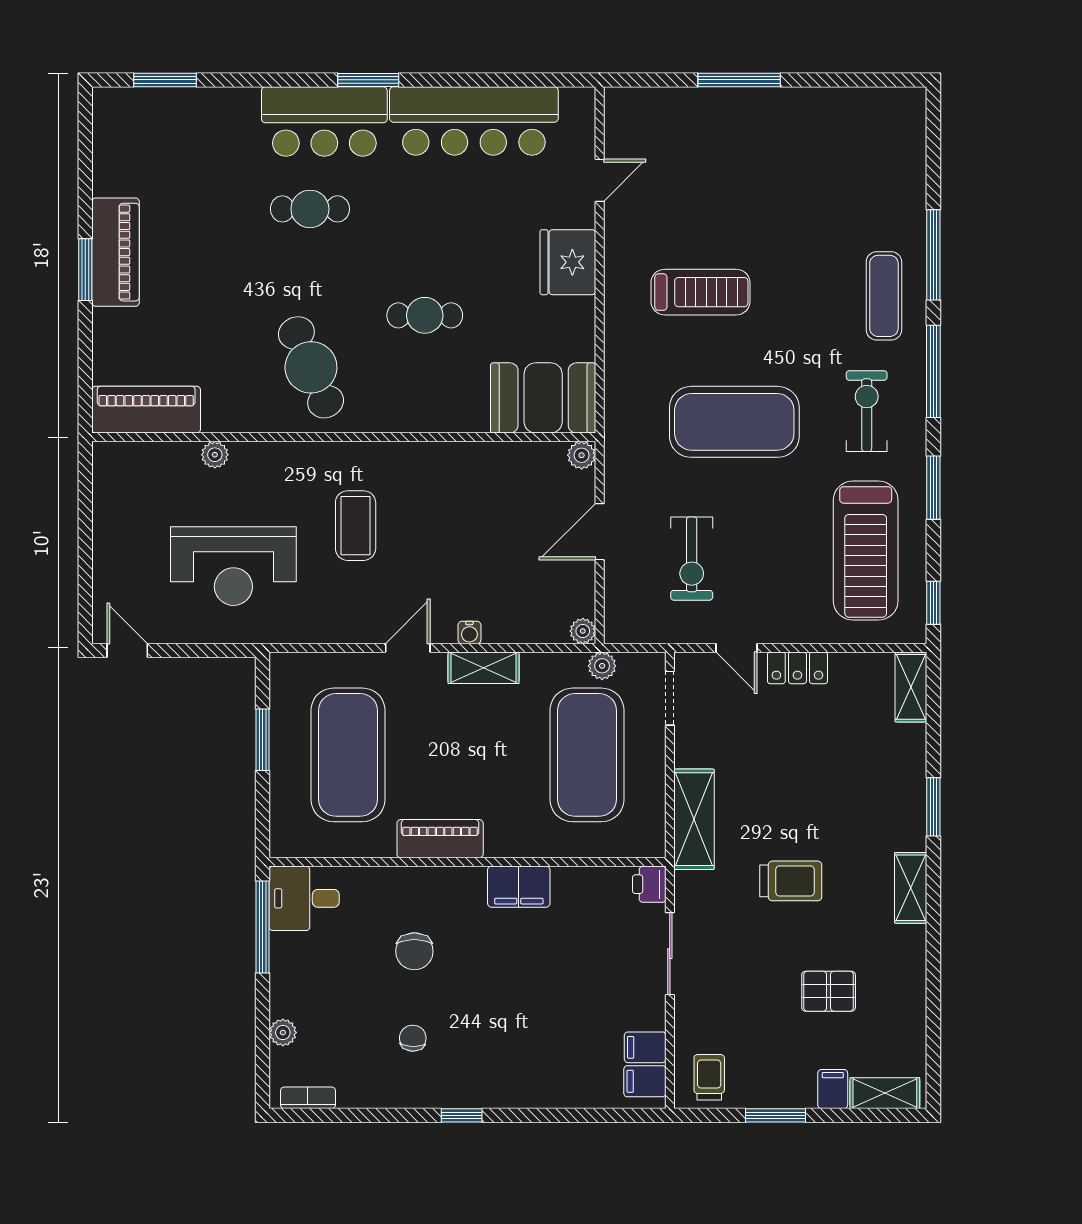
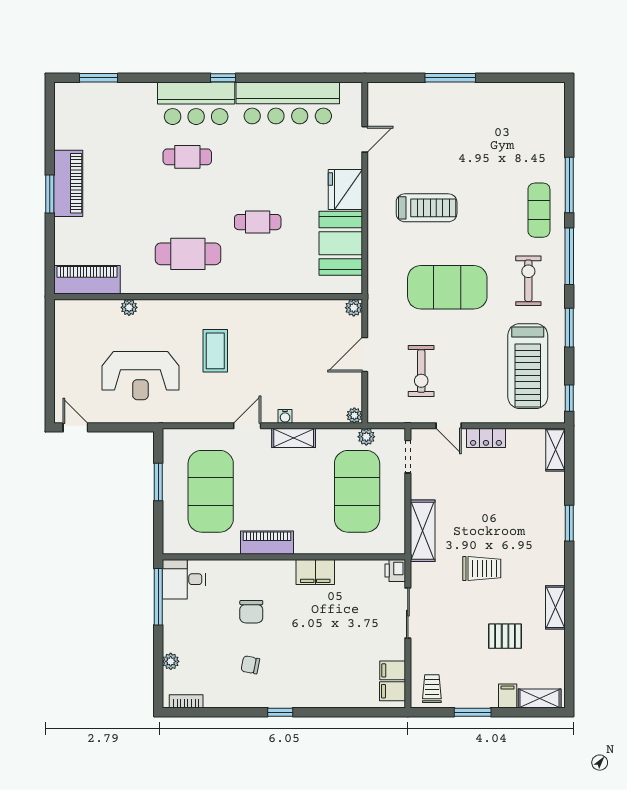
window: (368, 80) -> (223, 78), width x0.67
cafe table: (311, 367) -> (188, 254), turned -67
booth: (543, 398) -> (341, 243), moved, turned 90
shelving: (911, 888) -> (555, 607), moved
chair: (413, 1038) -> (250, 665), turned -82

